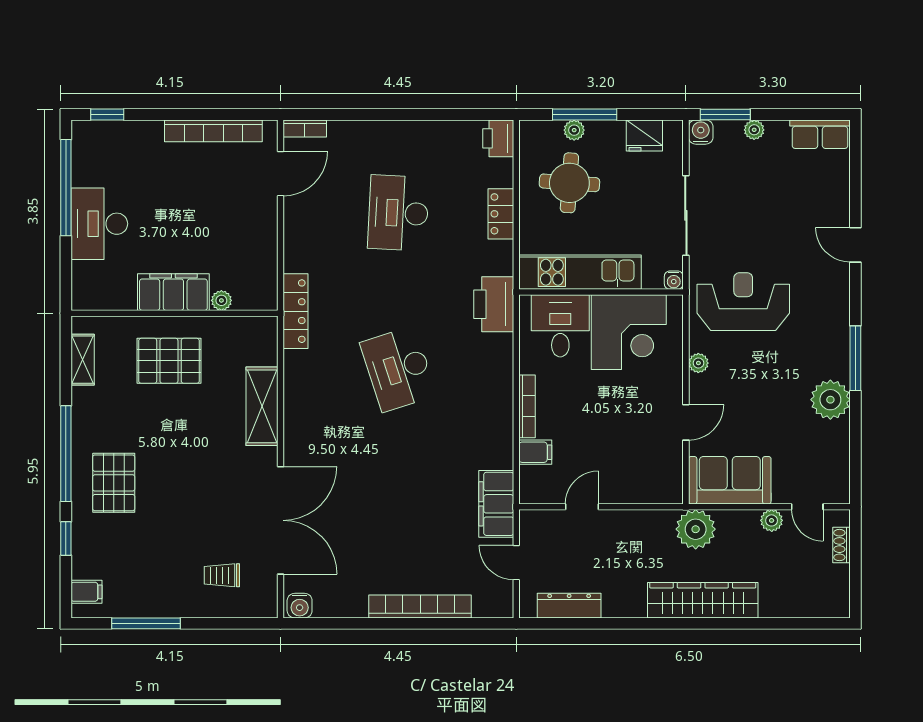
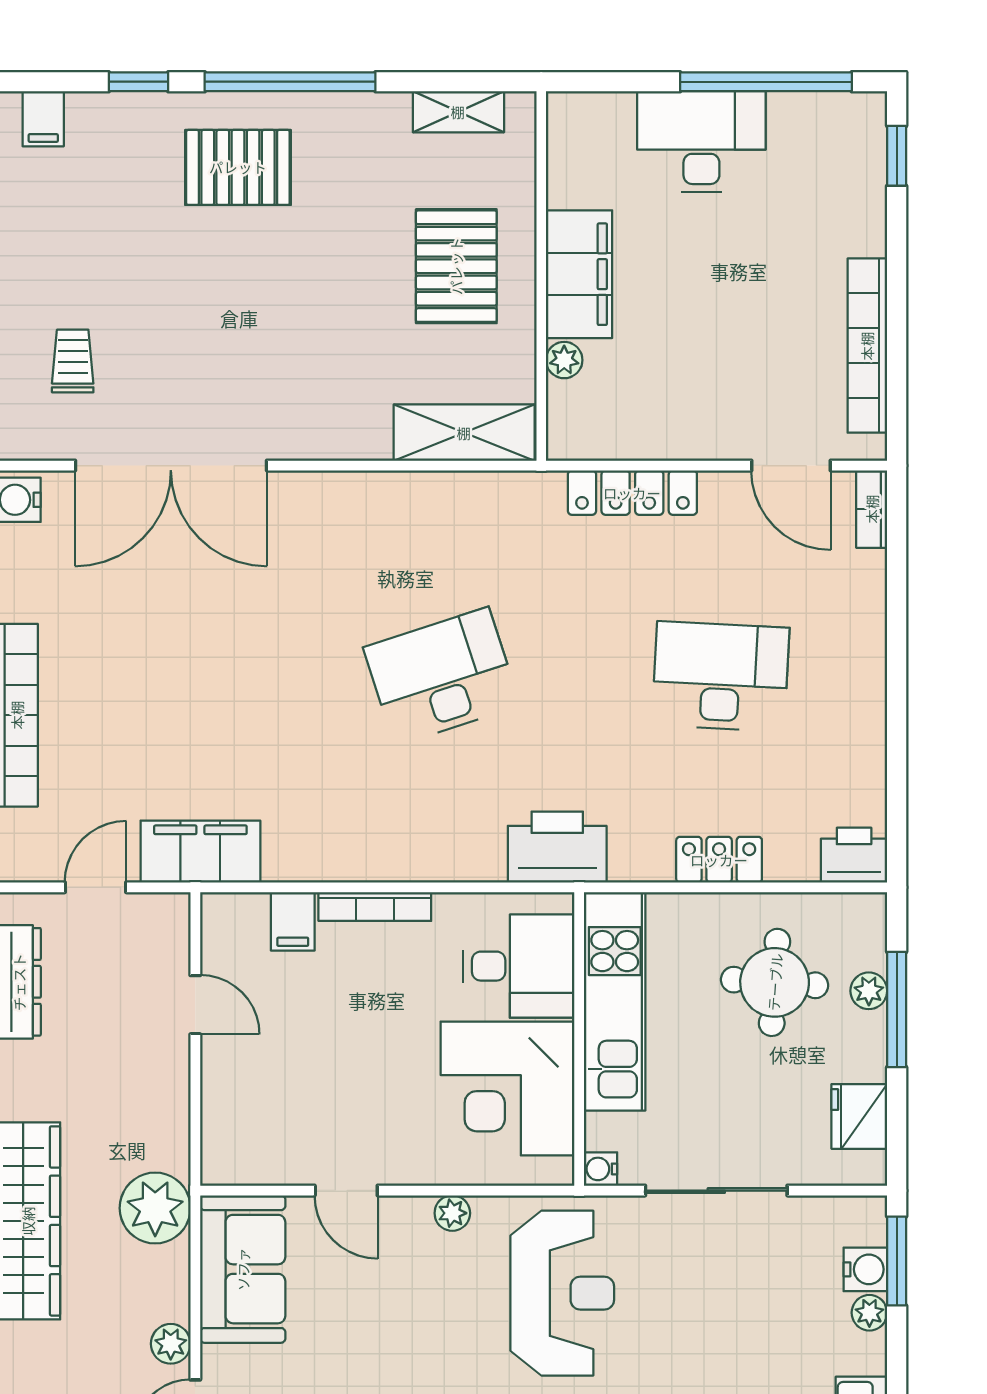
water cooler: (701, 132) -> (865, 1269), moved
locker: (296, 311) -> (632, 493), moved
shelving: (262, 406) -> (464, 433), moved

